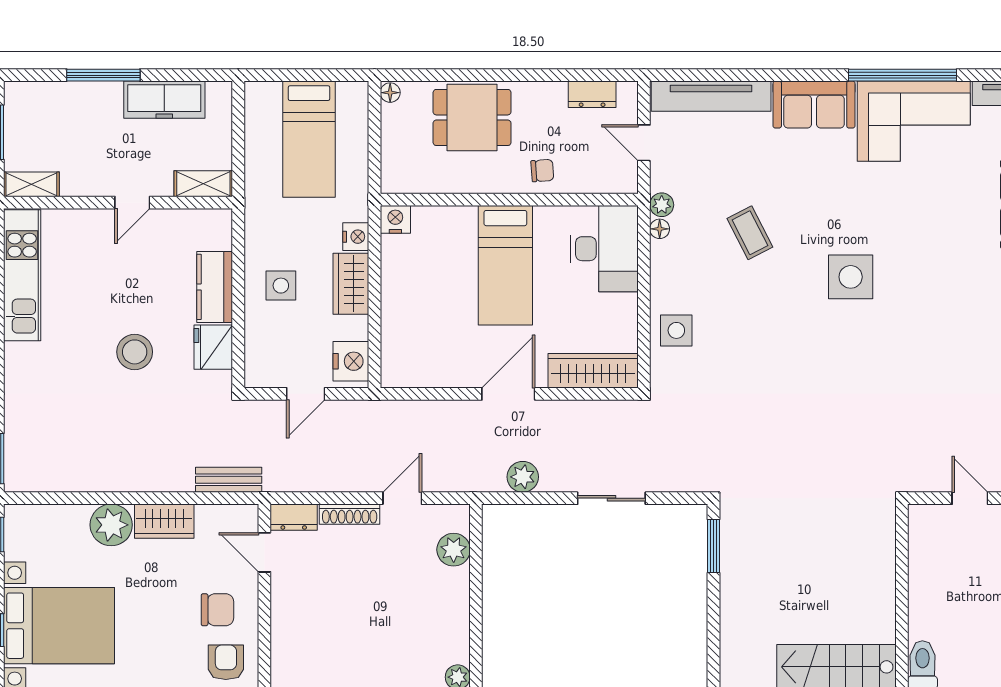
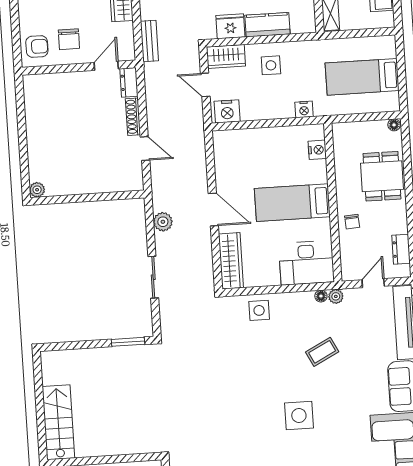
nightstand: (395, 219) -> (317, 150), moved
wardrobe: (351, 284) -> (226, 56), moved, turned 180
plant: (454, 550) -> (115, 182), removed

